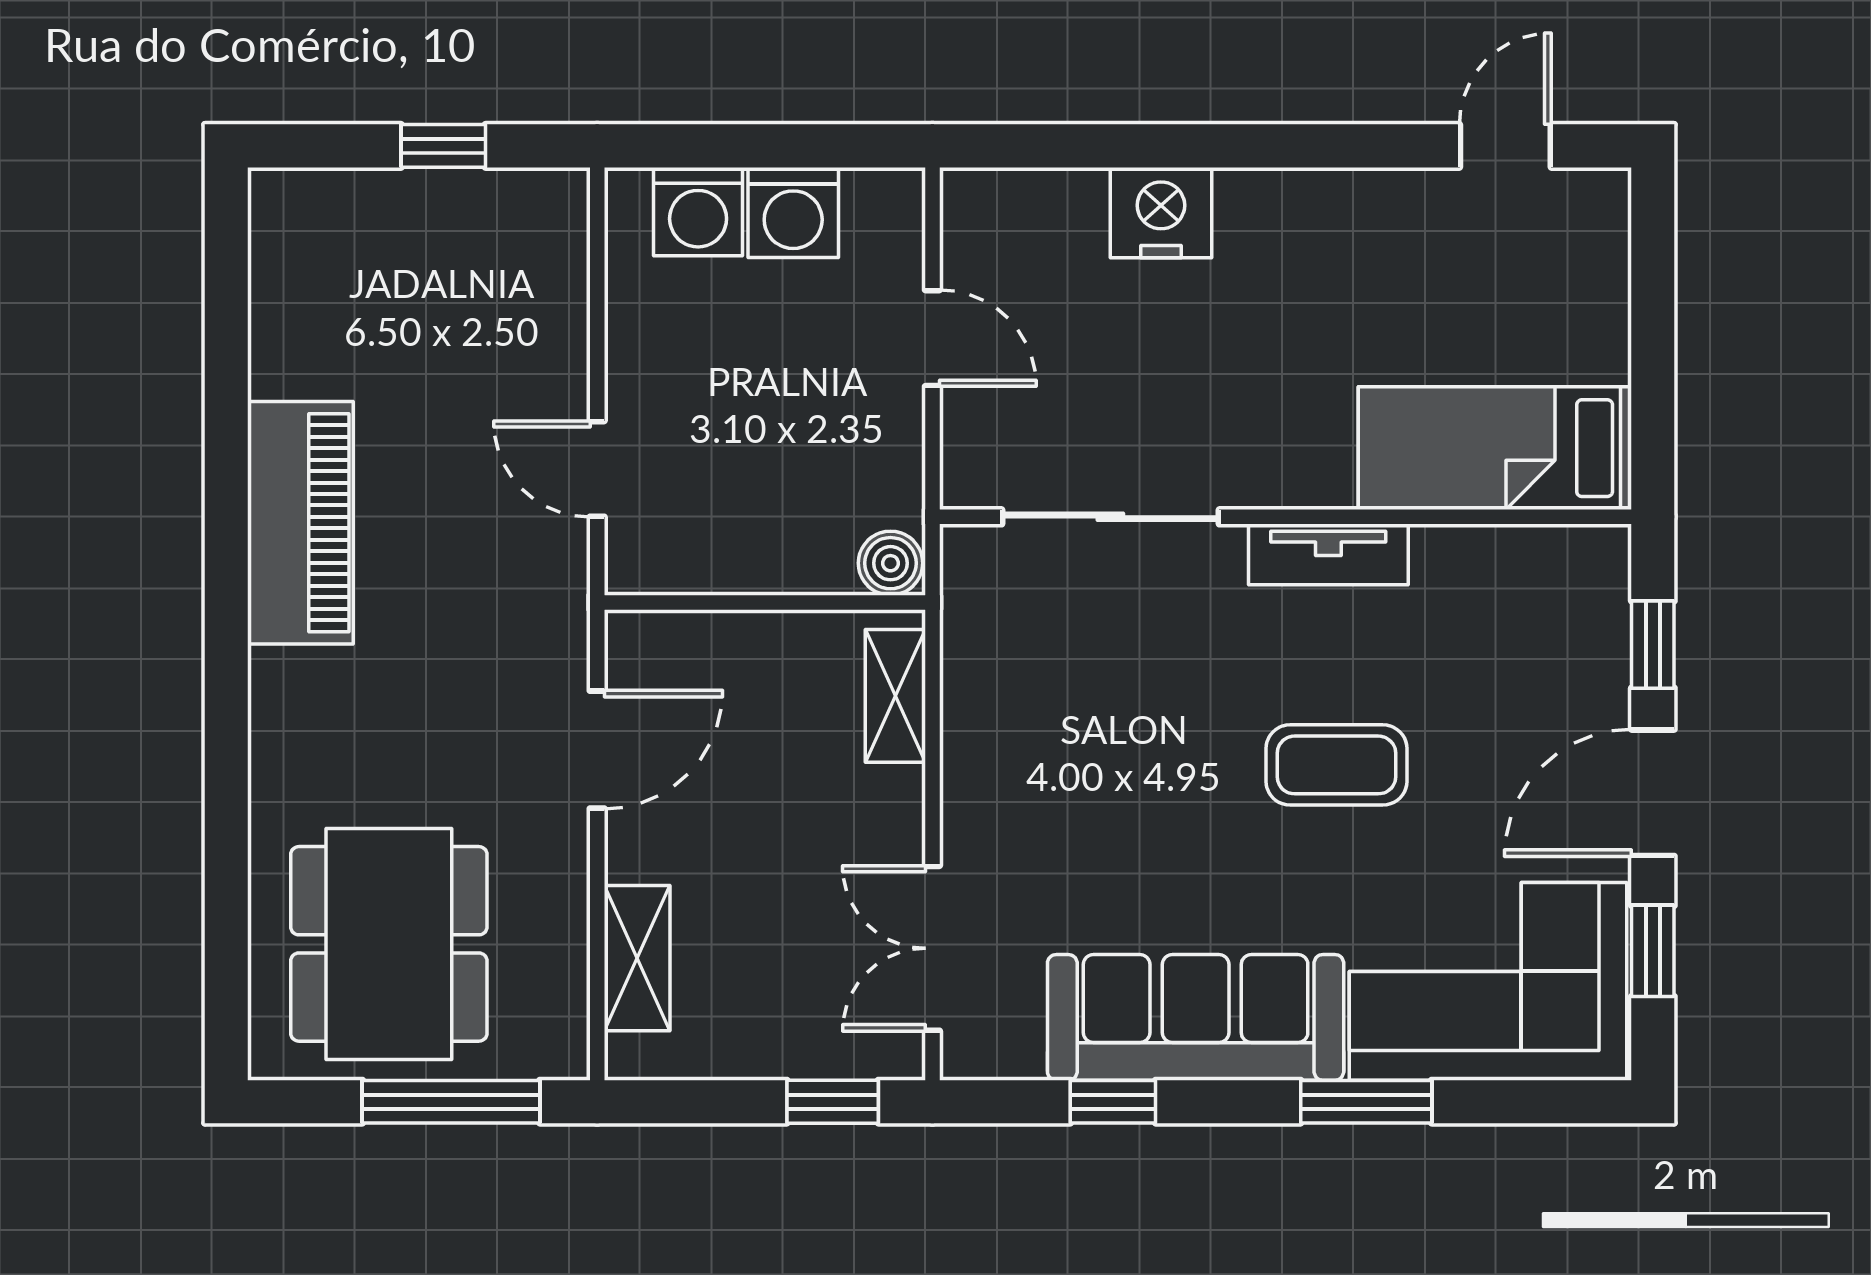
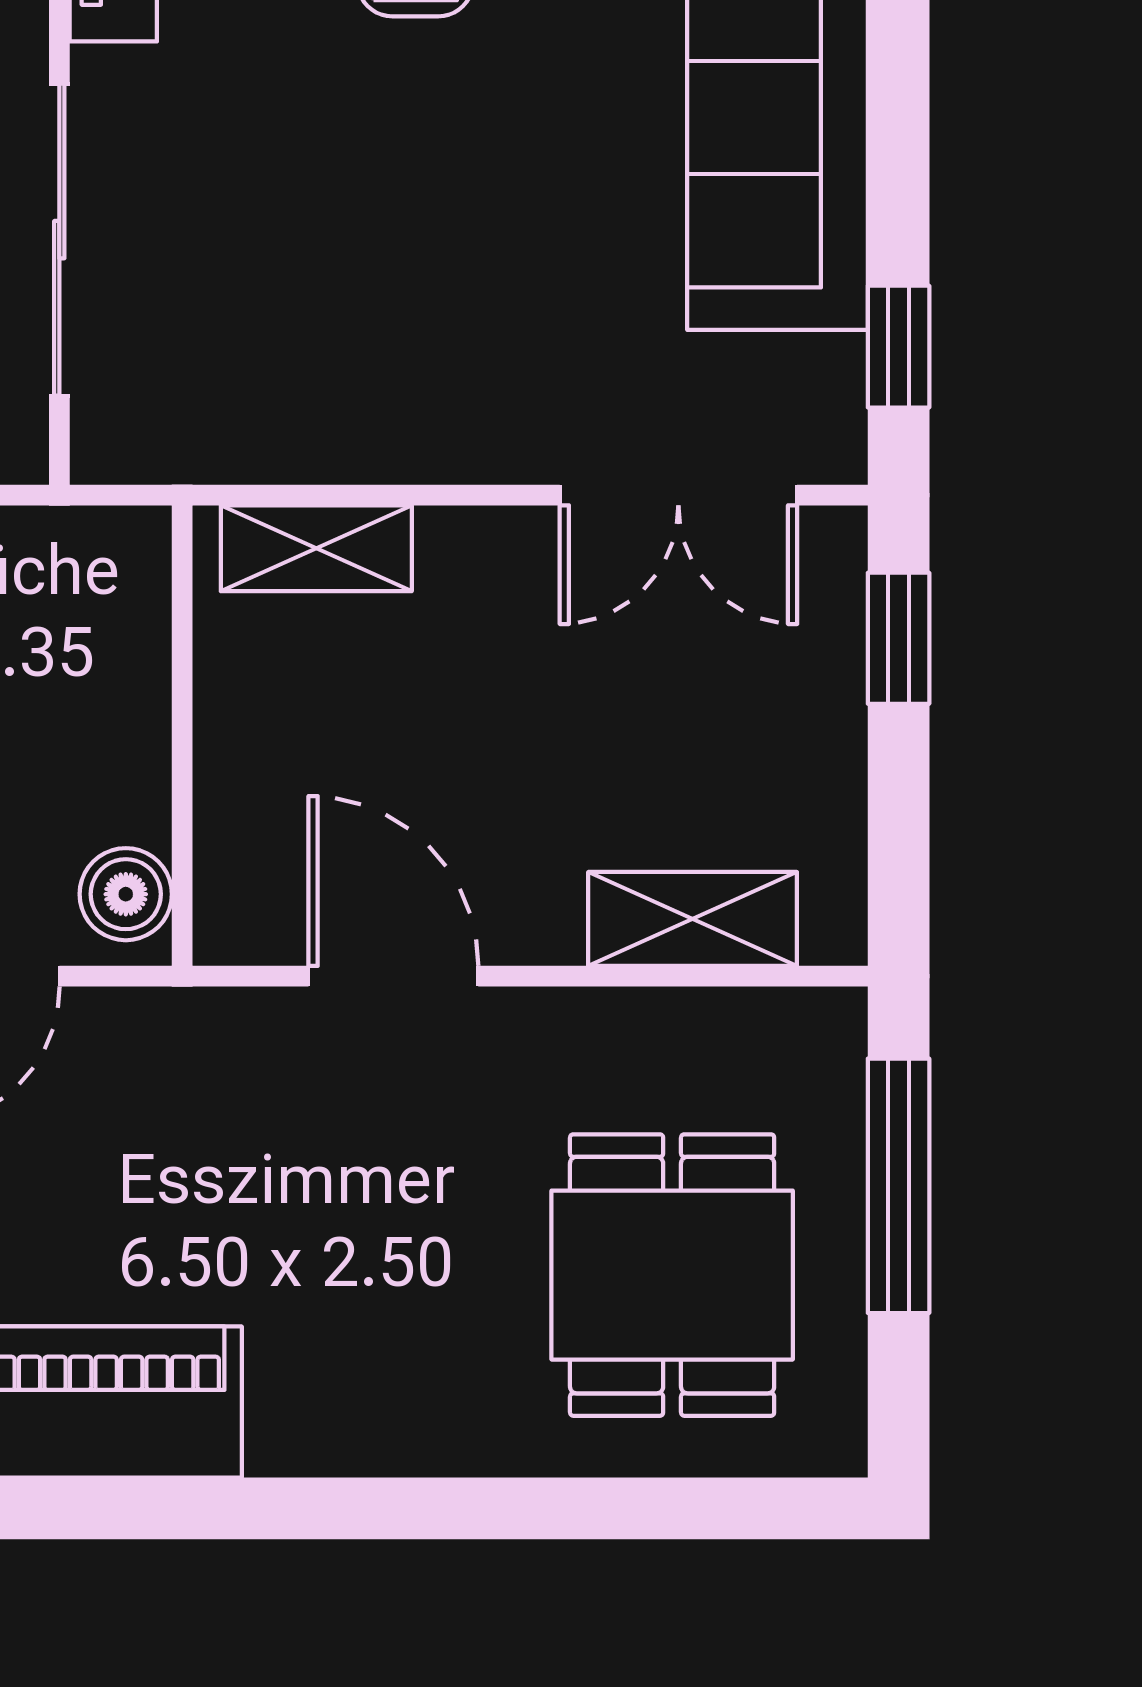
boiler: (890, 563) -> (126, 894), moved
dining table: (389, 944) -> (672, 1275), width x0.73
window: (1113, 1102) -> (899, 347), moved

